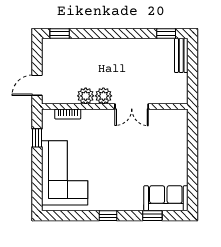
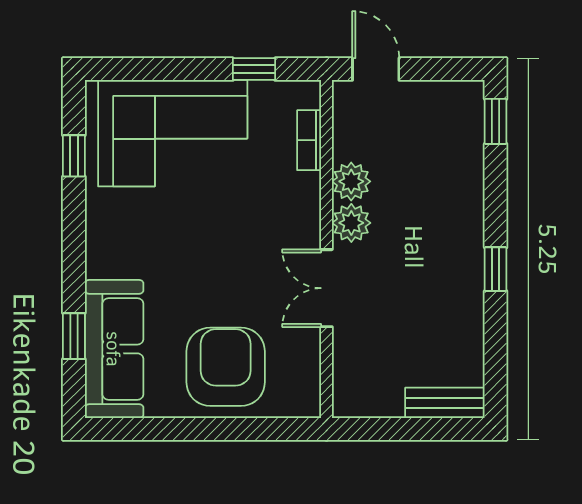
window: (166, 34) -> (496, 269), moved
armchair: (166, 150) -> (226, 367), added
sofa: (166, 198) -> (114, 349), width x1.36
window: (108, 216) -> (74, 156), moved

